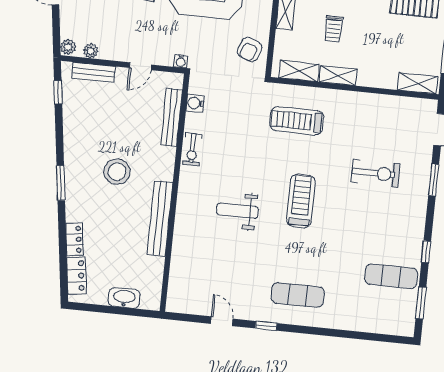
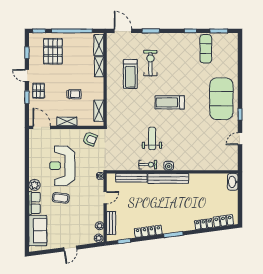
door: (140, 66) -> (105, 198), hinge flipped
shelving: (338, 76) -> (99, 67), moved
water cooler: (195, 103) -> (169, 166), moved
treadmill: (297, 121) -> (130, 74), moved
locker: (72, 138) -> (148, 231), added
stool: (117, 172) -> (164, 205), removed
weight bench: (237, 211) -> (152, 138), moved, turned 180
bench: (160, 219) -> (168, 178), moved
exercise mat: (298, 295) -> (221, 99), width x2.00, depth x1.45
washbasin: (124, 298) -> (233, 182), moved

